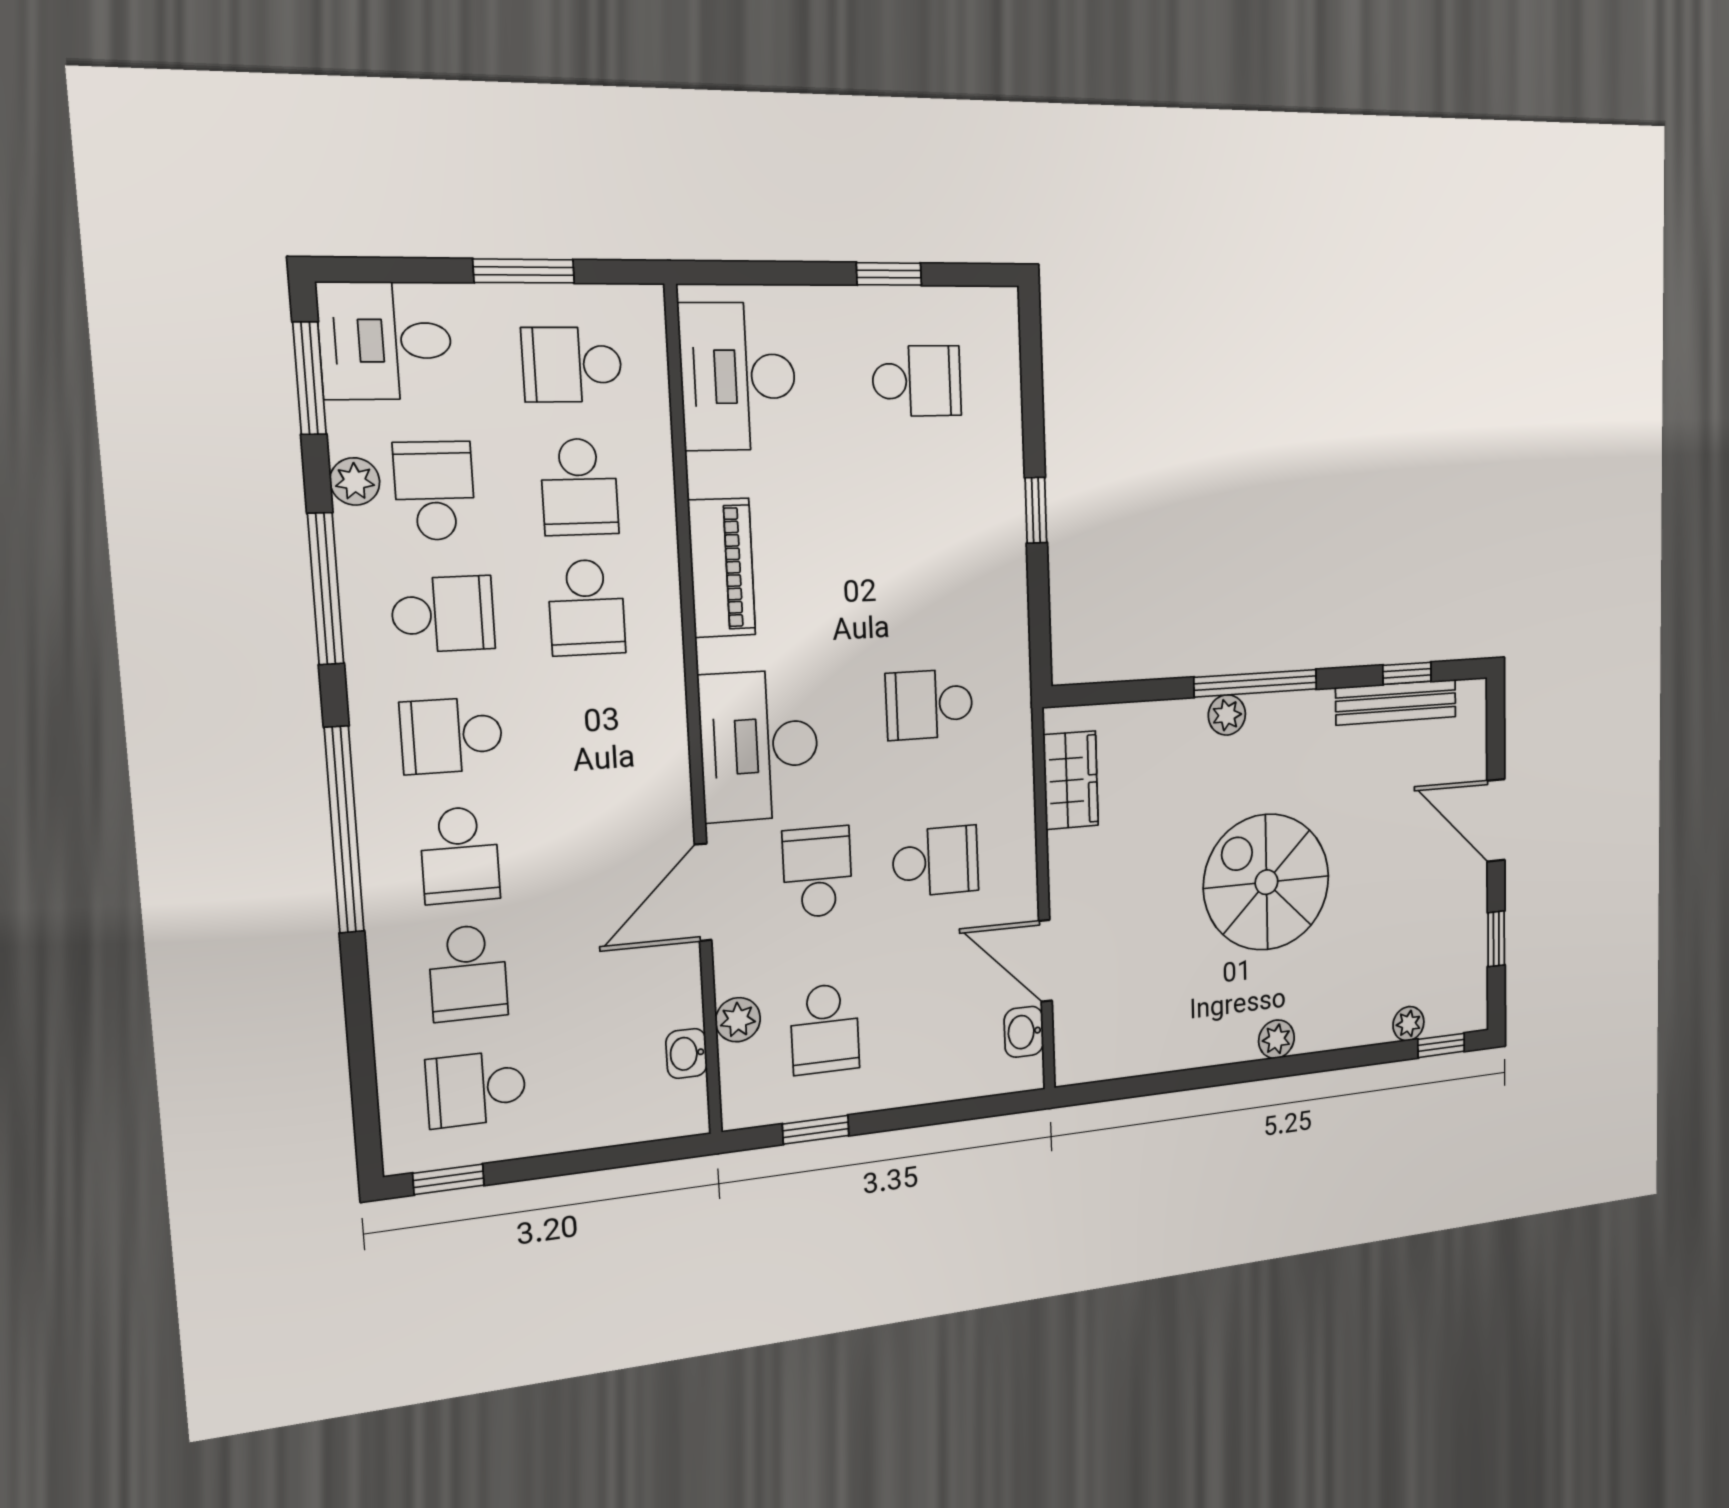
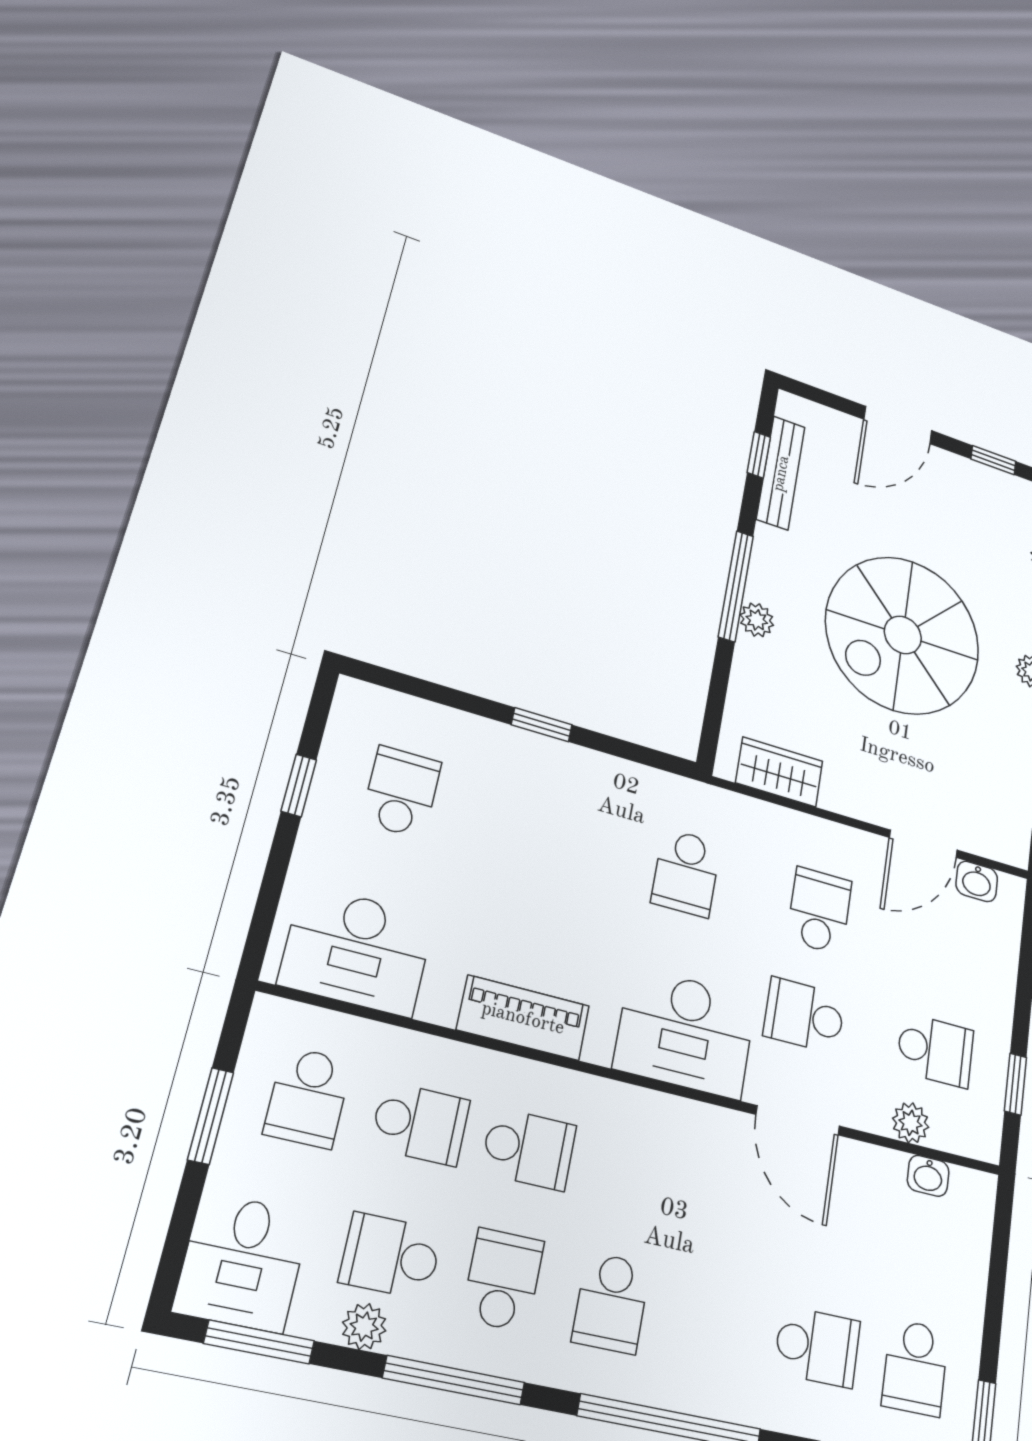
school desk: (460, 855) -> (716, 1325), removed
spiral stairs: (1266, 882) -> (903, 635), width x1.37, depth x1.37

